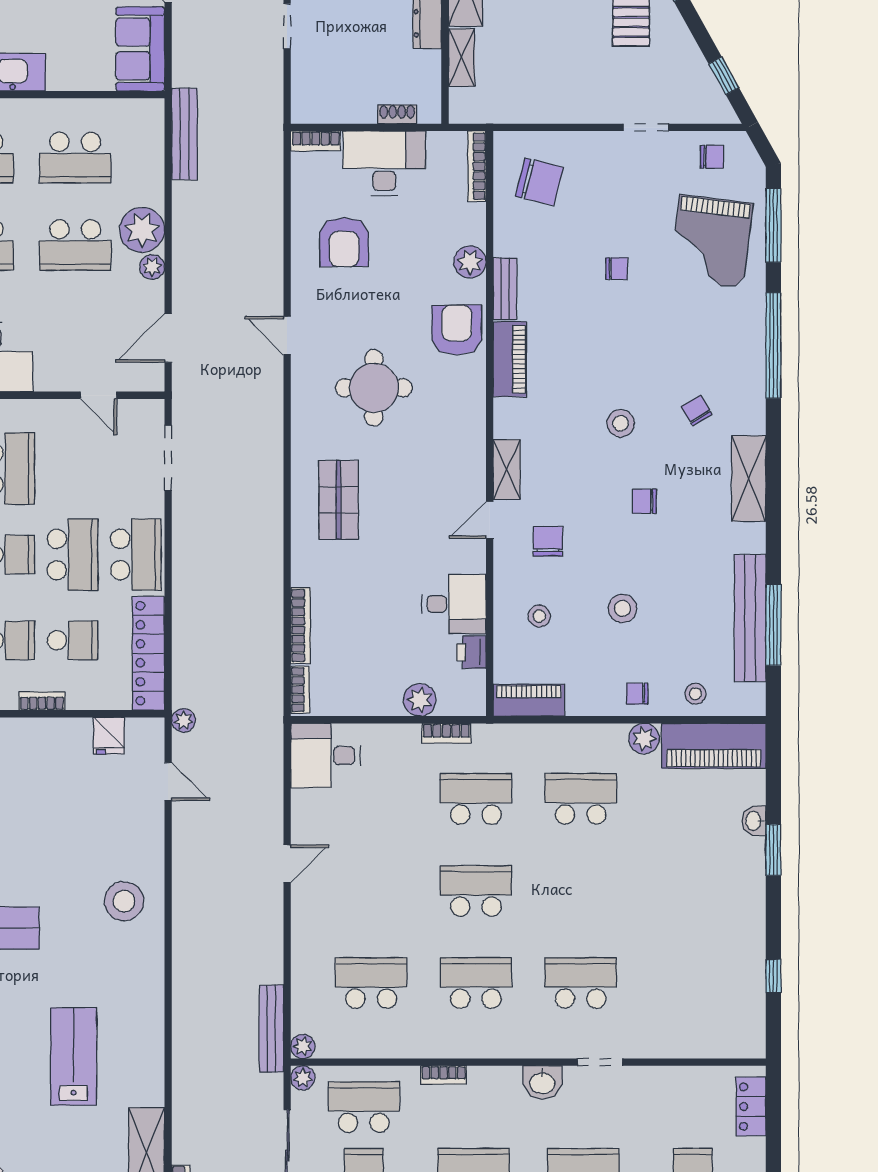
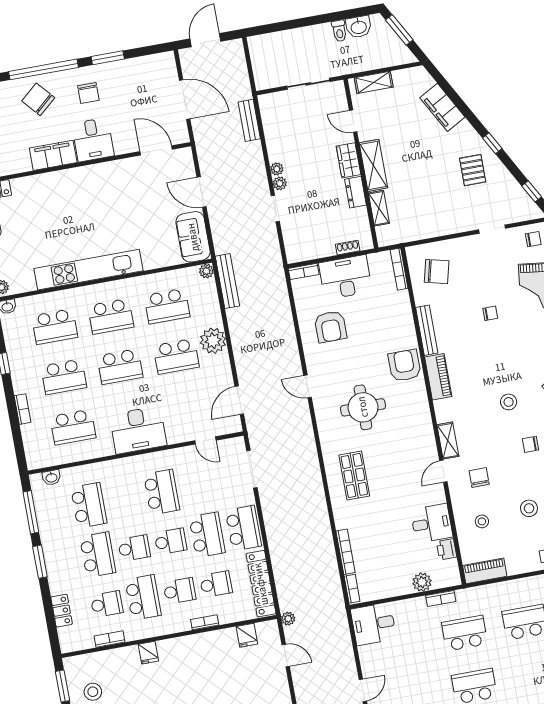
plant: (470, 262) -> (405, 325), removed
plant: (152, 267) -> (206, 271), moved
bench: (505, 289) -> (427, 330), width x1.36

